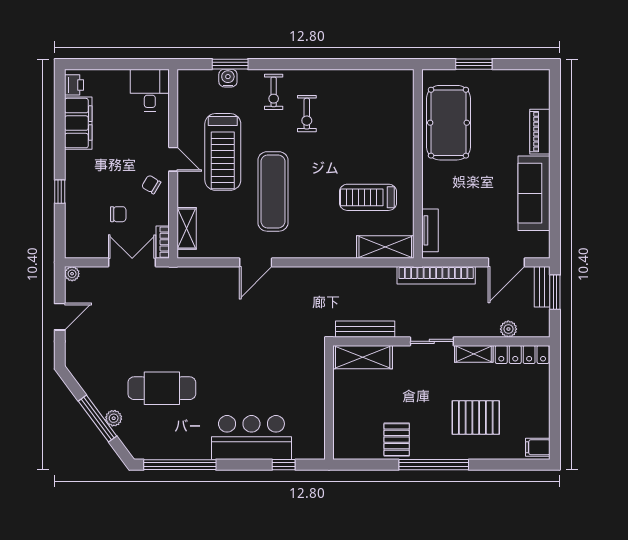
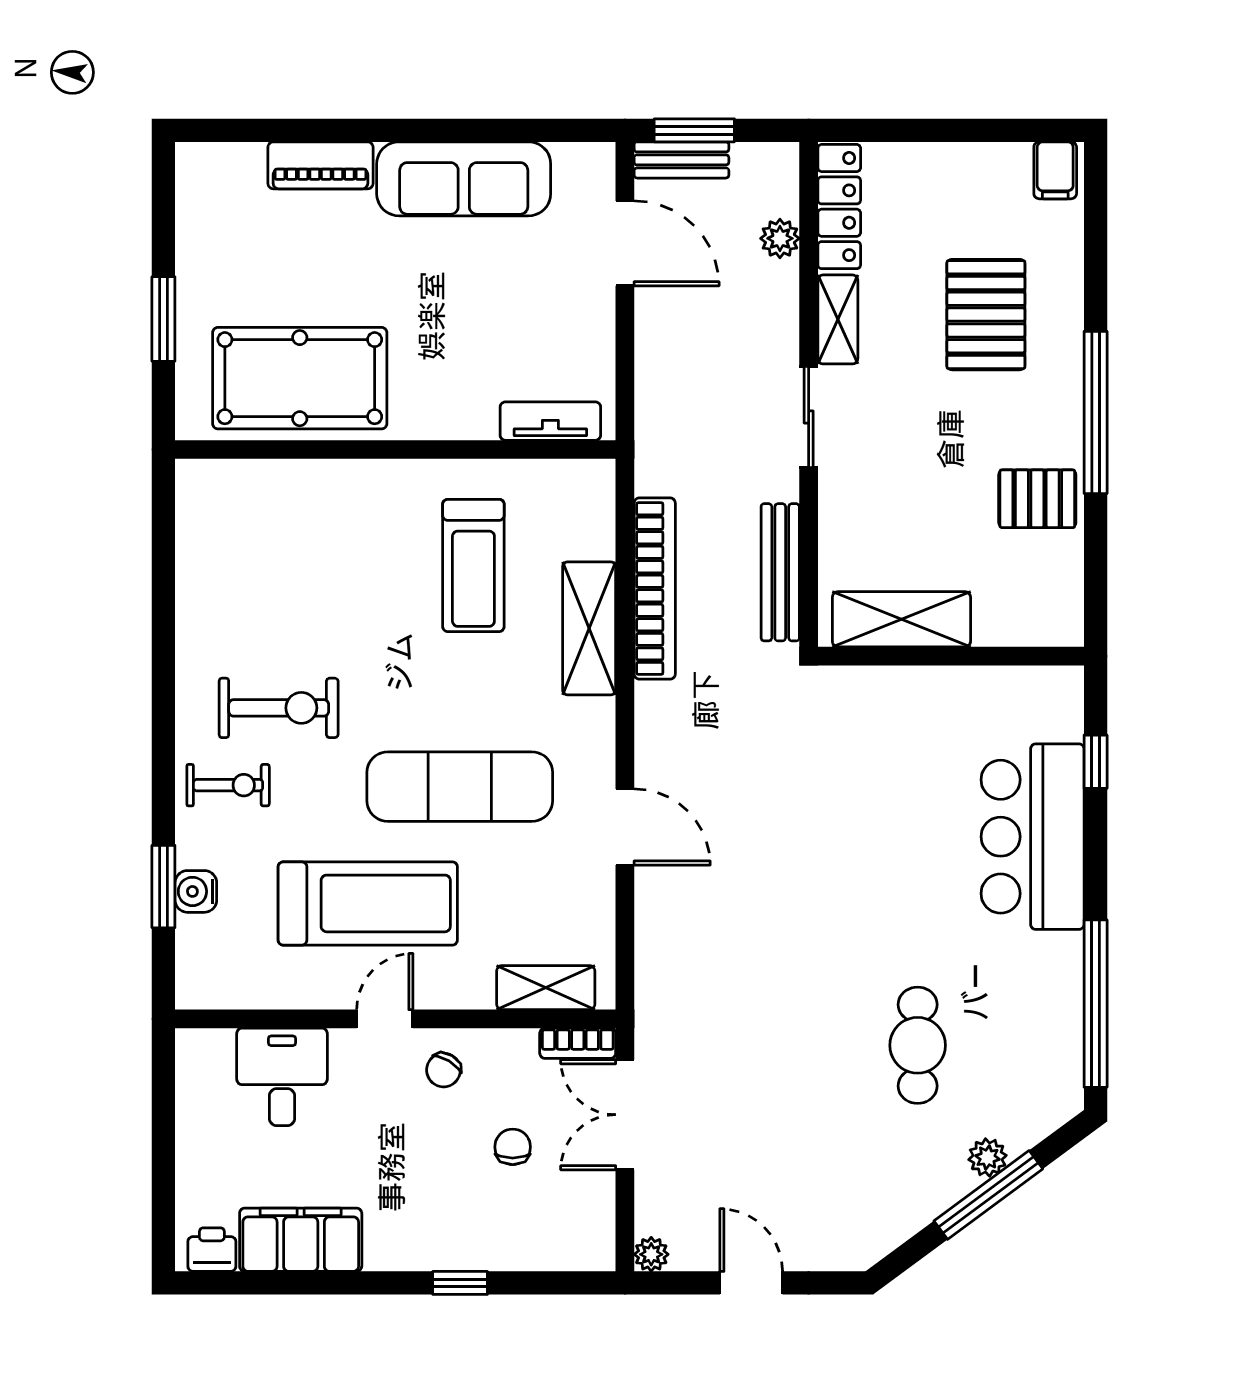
desk: (150, 90) -> (282, 1077), moved, turned 90
exercise bike: (307, 114) -> (279, 708), width x1.38, depth x1.39
shelving: (385, 247) -> (589, 628), moved
bookcase: (436, 275) -> (655, 589), moved
shelving: (363, 357) -> (901, 619), moved, turned 90
cafe table: (162, 388) -> (918, 1045), width x0.73, depth x0.74

